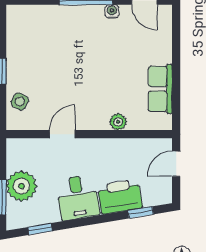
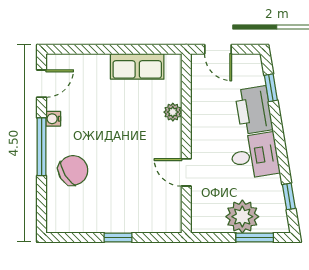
chair: (64, 30) -> (73, 170), added
side table: (20, 101) -> (151, 218), removed

